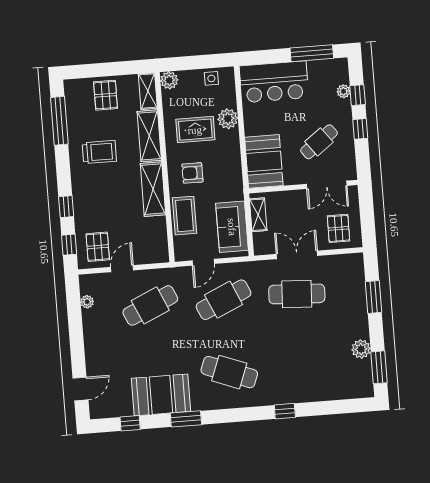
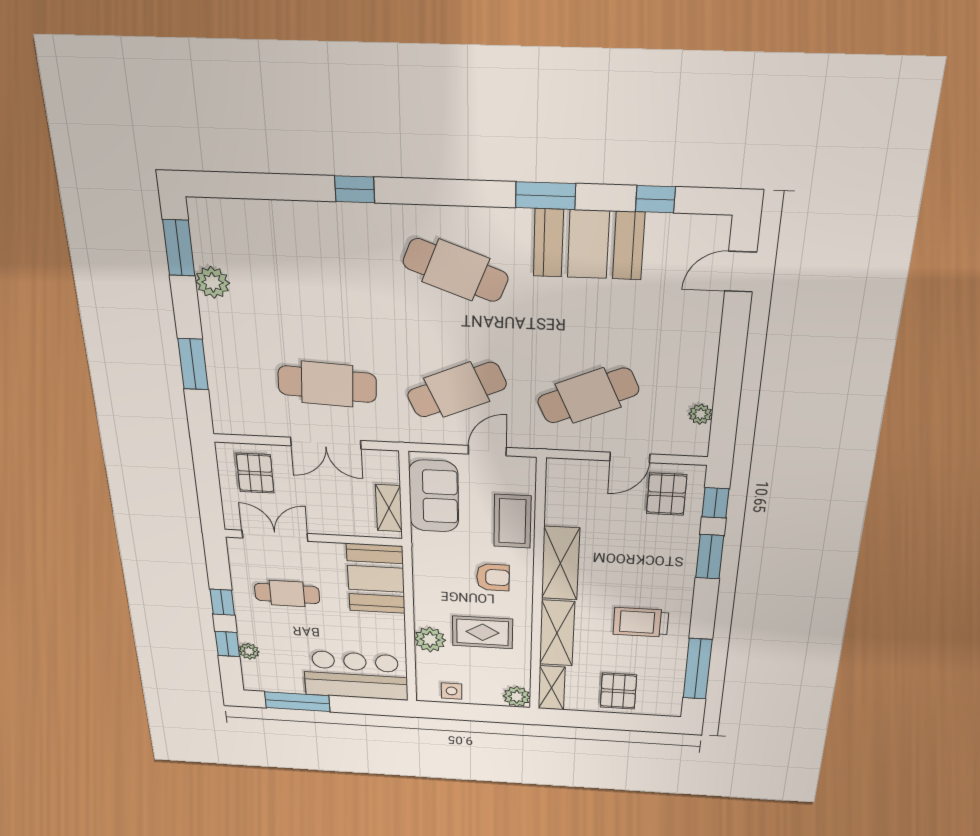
cafe table: (319, 142) -> (287, 593), turned 37
window: (66, 207) -> (710, 557), width x1.50

